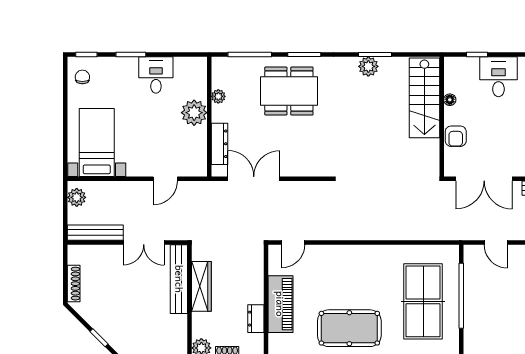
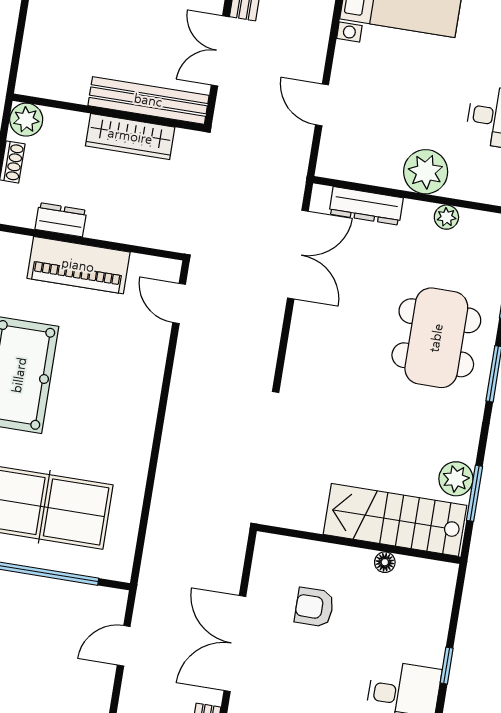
stairs: (424, 98) -> (395, 520), moved
floor lamp: (450, 100) -> (385, 562), moved
wall: (442, 117) -> (359, 544), moved

